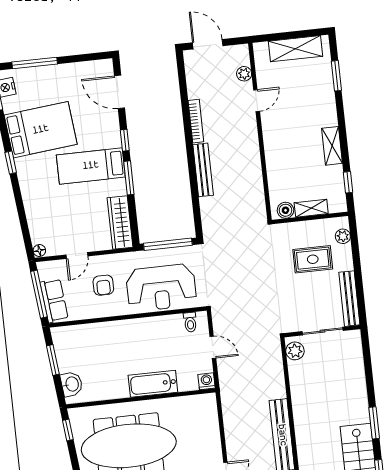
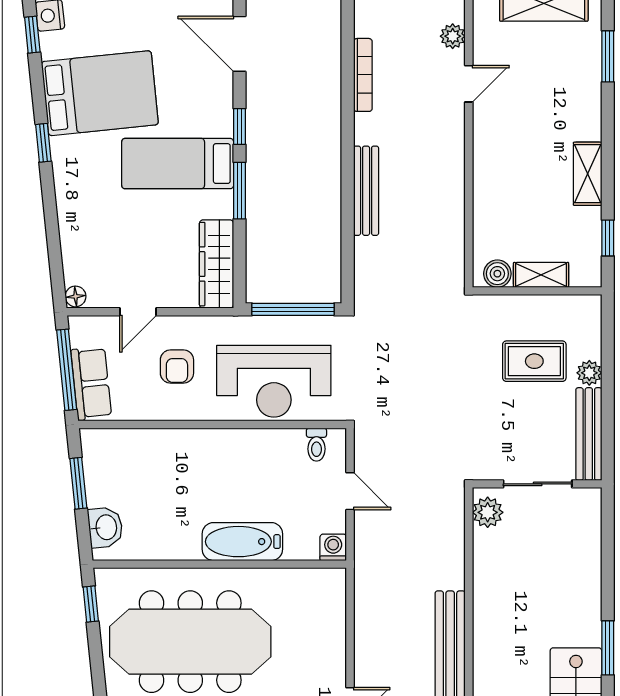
bookcase: (196, 121) -> (363, 75), moved
plant: (343, 236) -> (589, 373), moved

